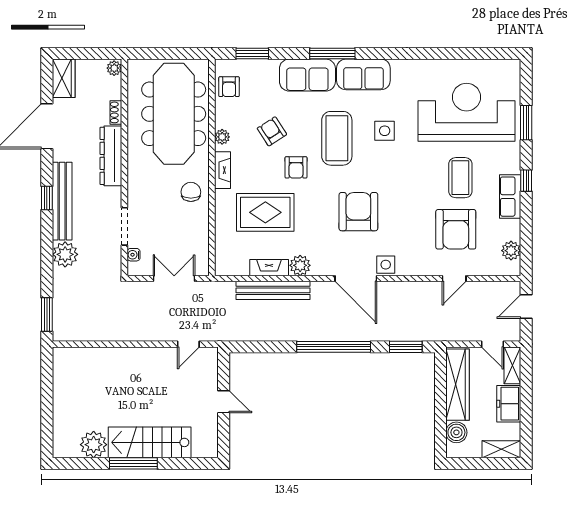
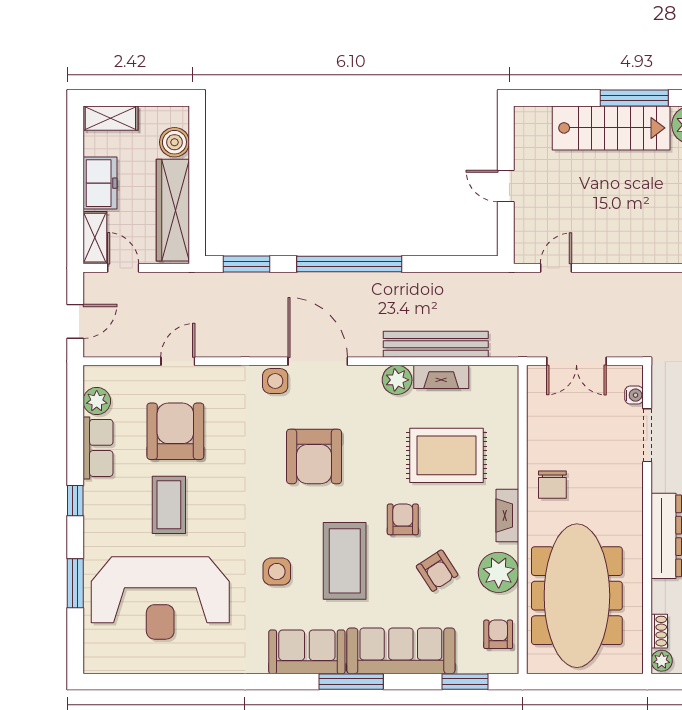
sofa: (307, 75) -> (401, 651), width x1.36
shoe rack: (116, 112) -> (659, 631), moved
plant: (222, 137) -> (499, 572), width x1.88, depth x1.88
row of seats: (510, 197) -> (98, 448), moved

